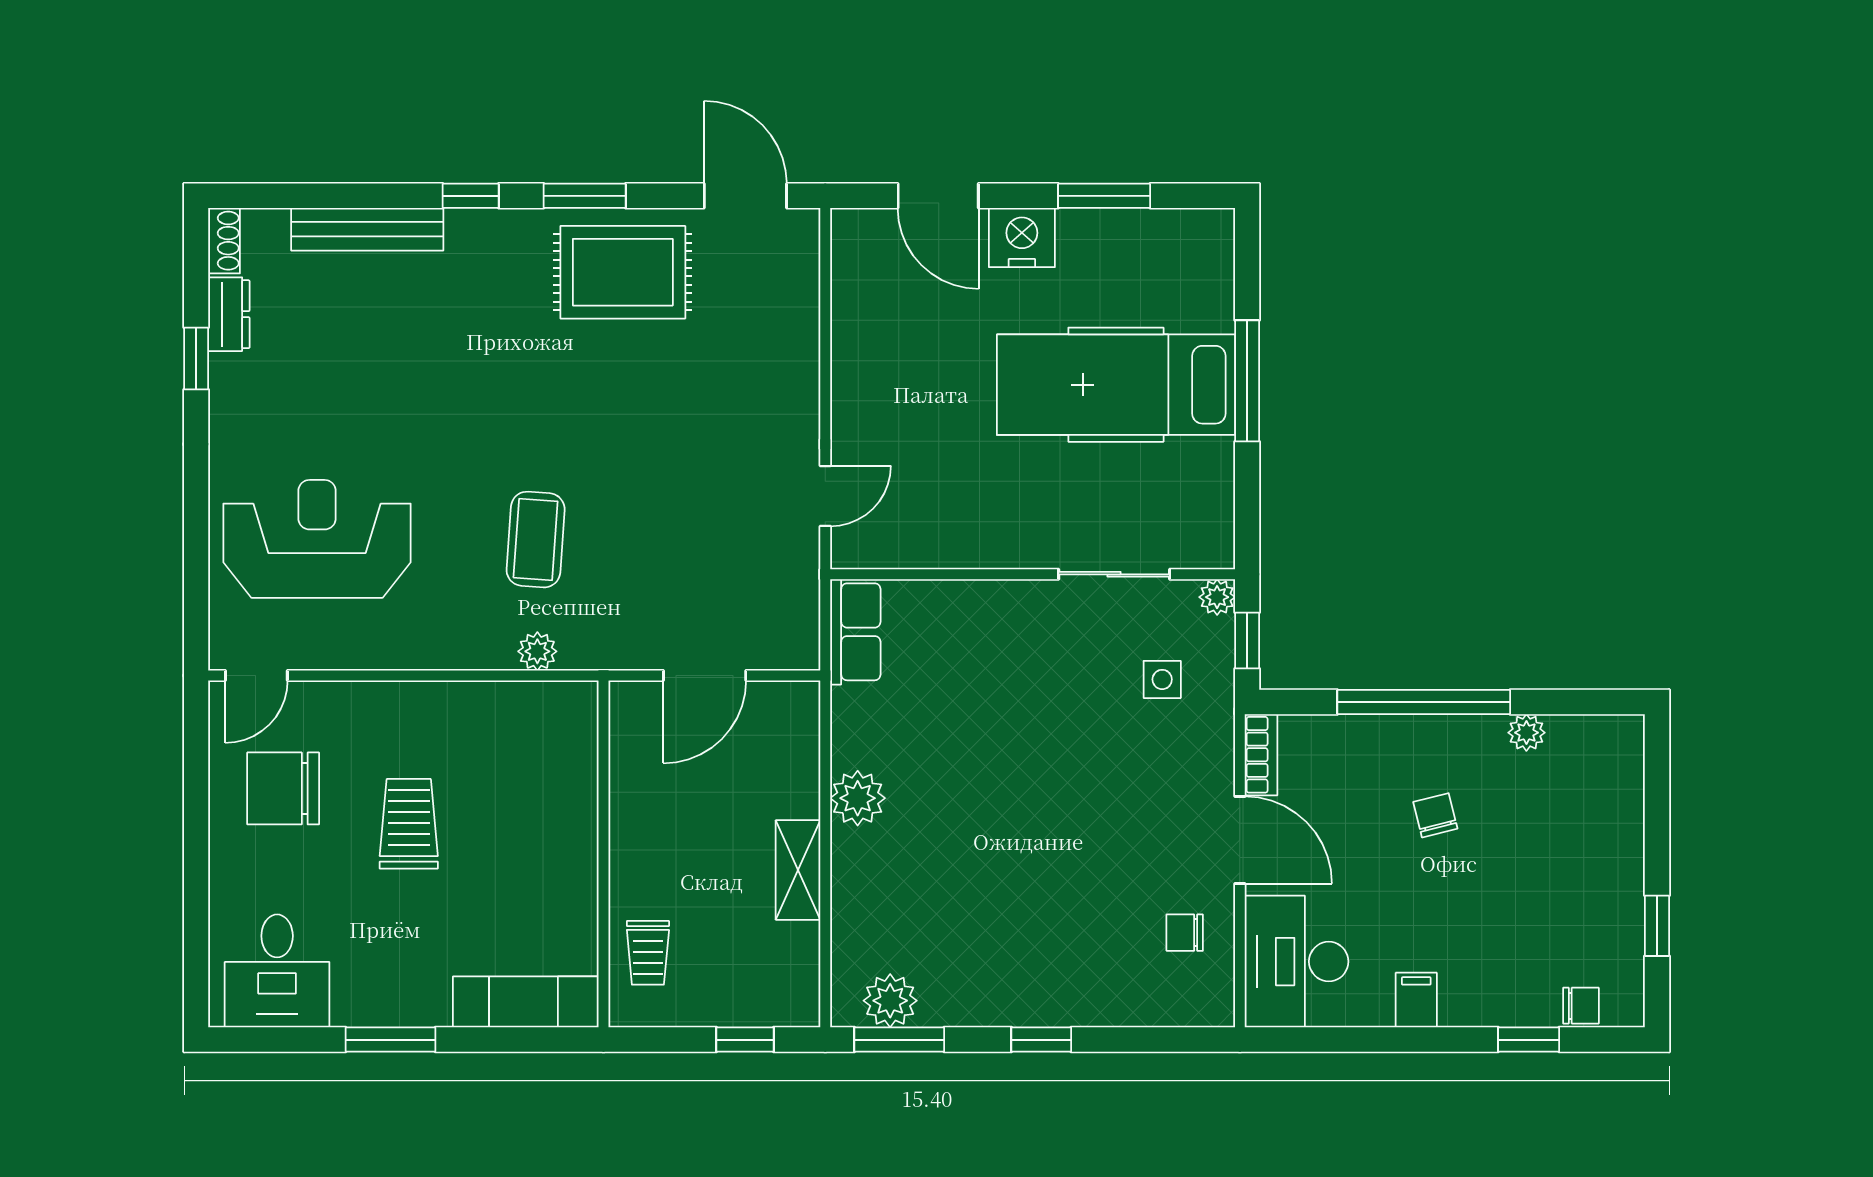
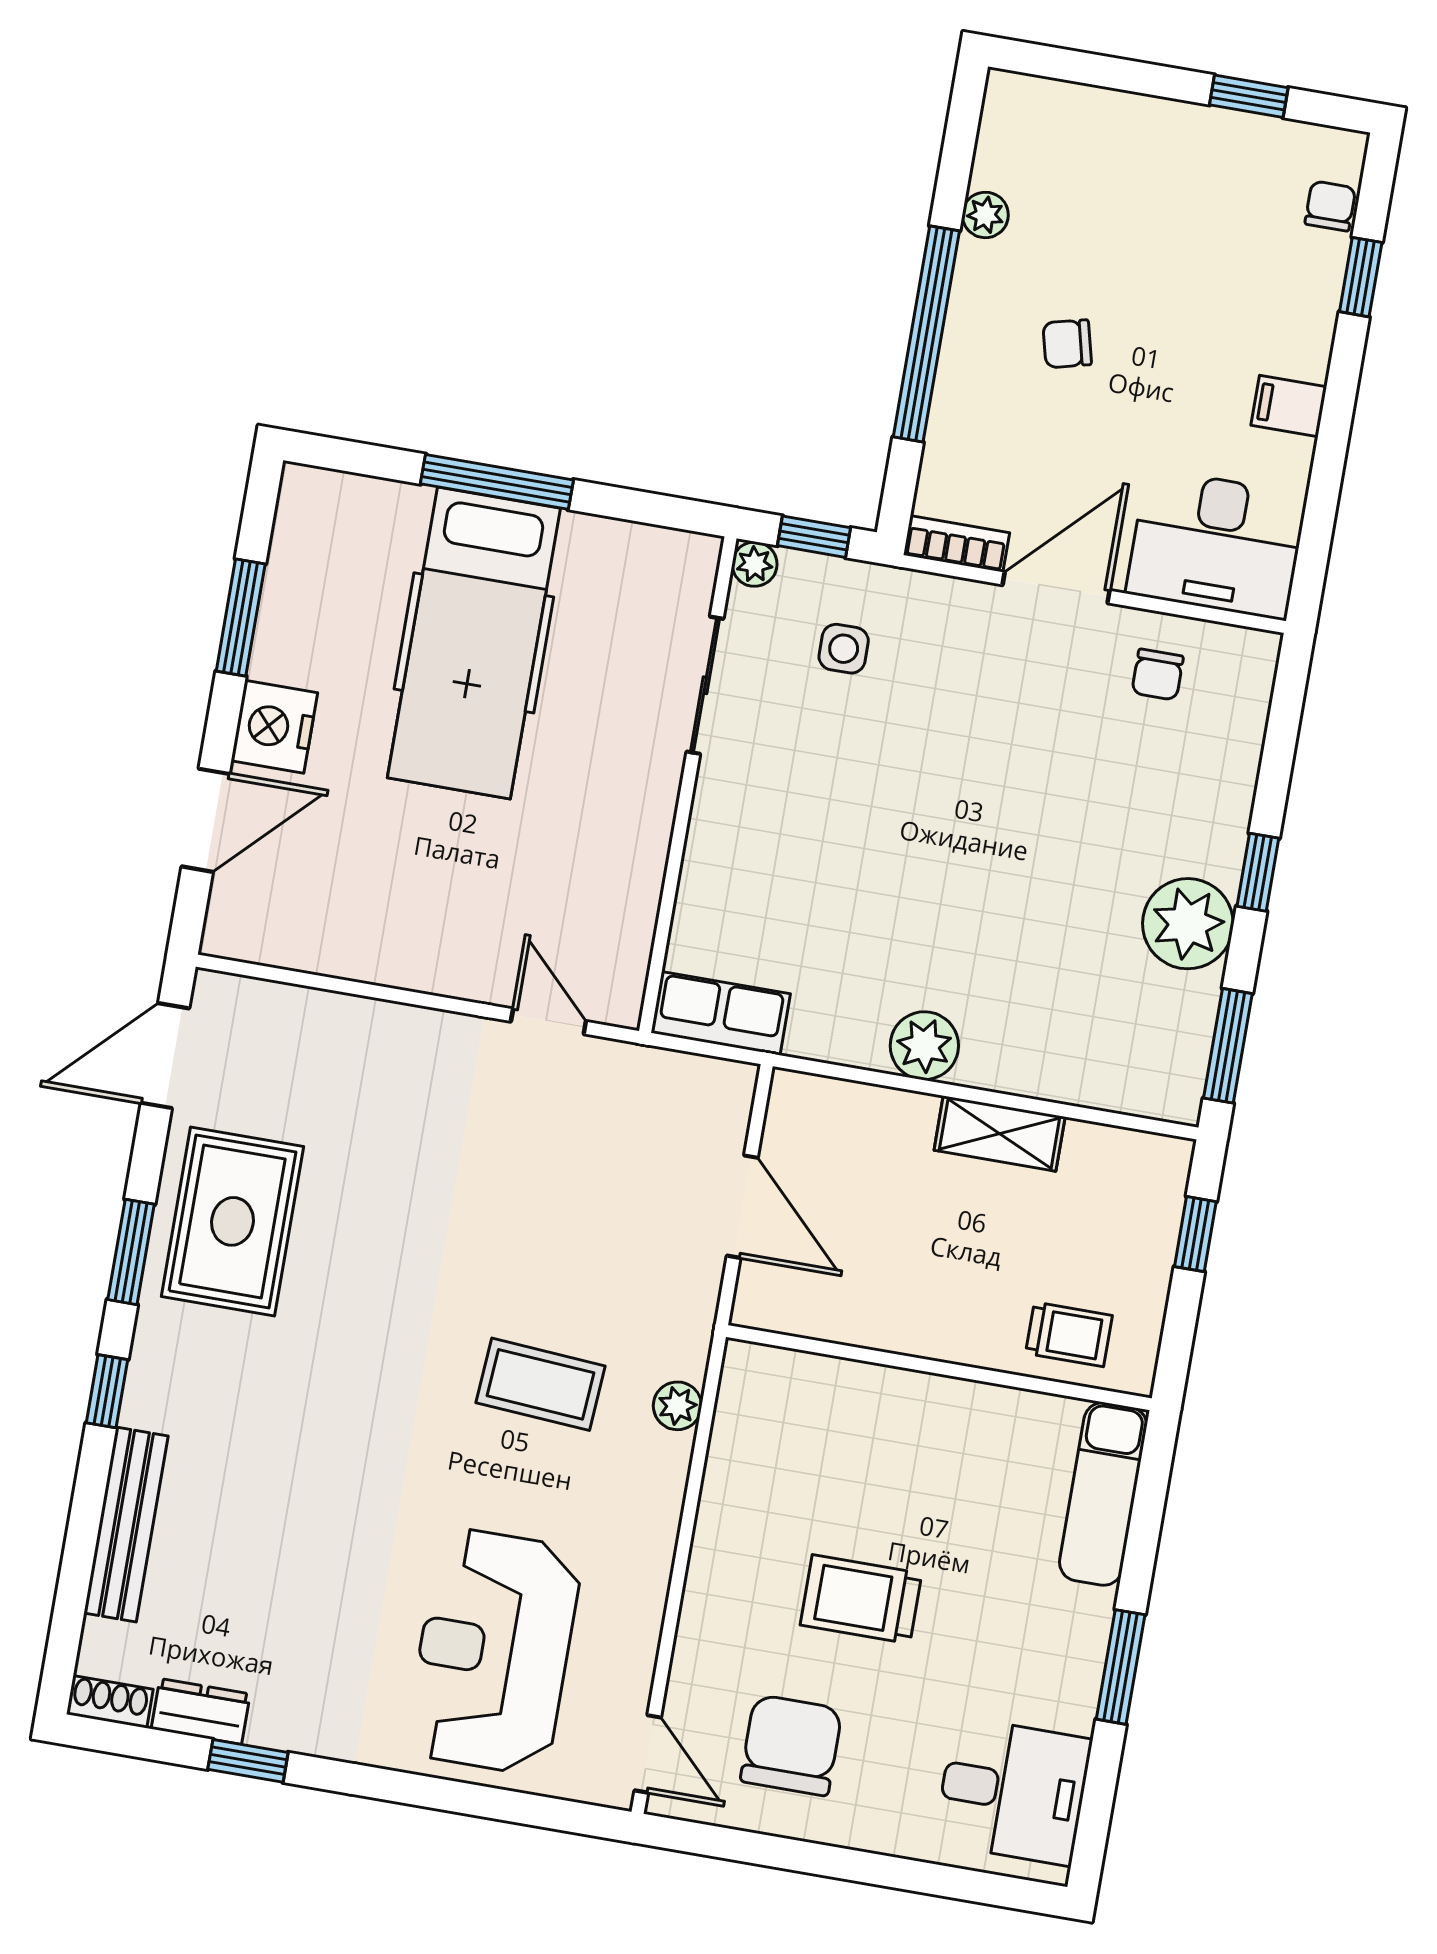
chair: (283, 788) -> (791, 1745), turned 180
plant: (890, 1001) -> (1188, 924), moved, width x1.36, depth x1.36

